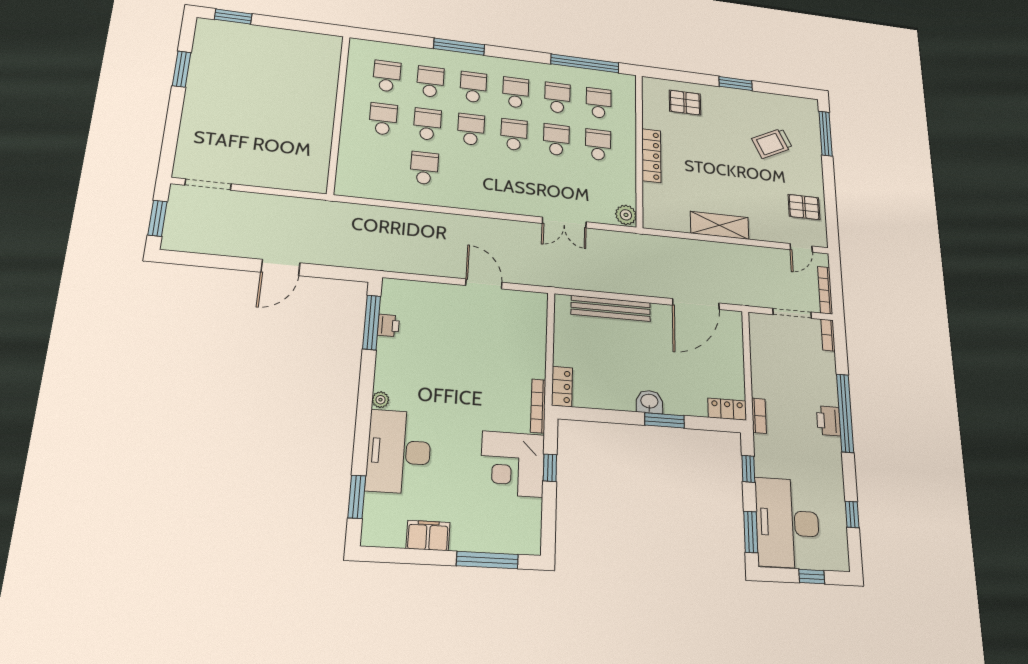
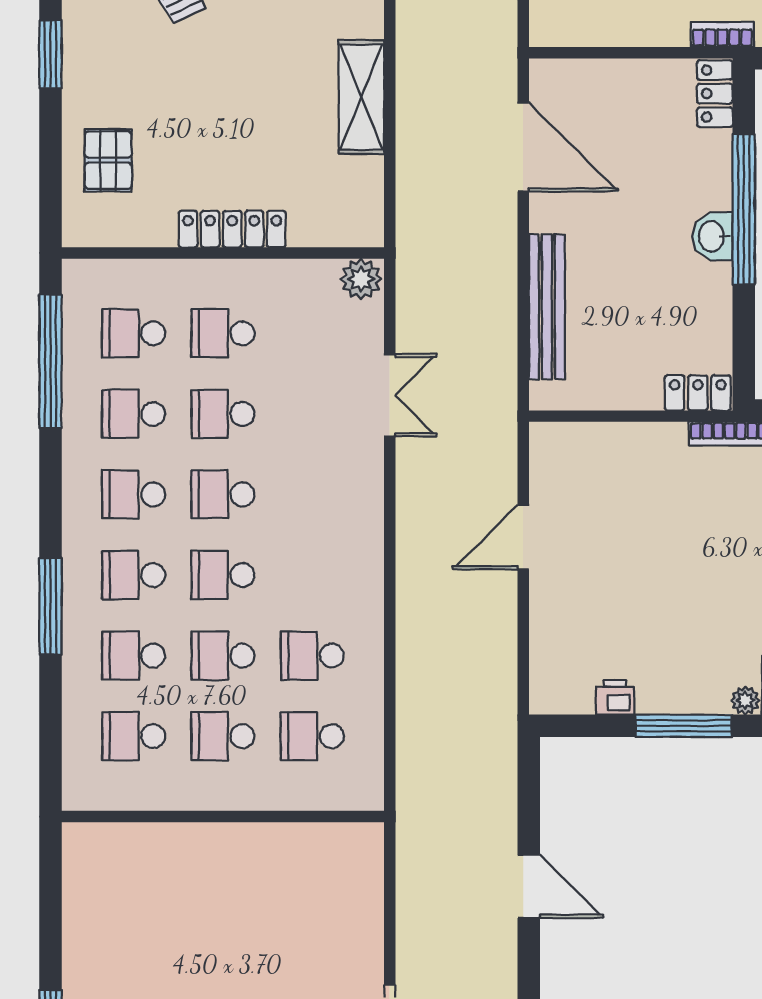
school desk: (379, 163) -> (312, 736), added
window: (372, 322) -> (684, 726), moved
window: (664, 420) -> (744, 209), width x2.11

